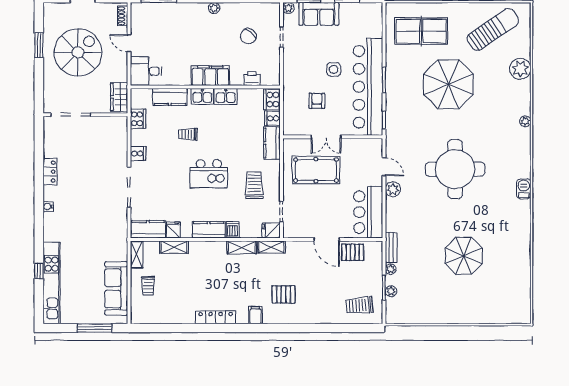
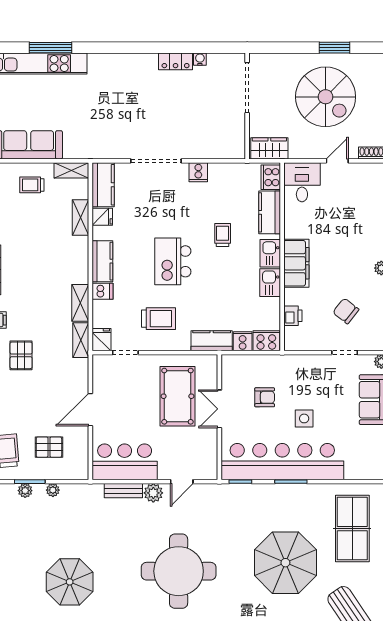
cooker: (138, 119) -> (271, 177), moved, turned 90
water cooler: (48, 207) -> (200, 59), moved
bench: (391, 248) -> (123, 491), moved
pallet: (353, 252) -> (49, 447), moved, turned 90
window: (39, 271) -> (51, 48), width x2.17

